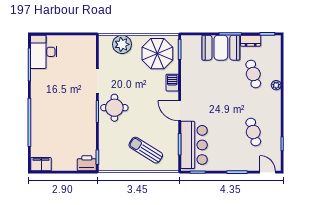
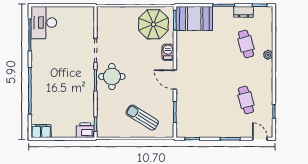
plant: (122, 44) -> (119, 15), removed
booth: (221, 48) -> (194, 19), moved
bar counter: (194, 145) -> (189, 113), removed

